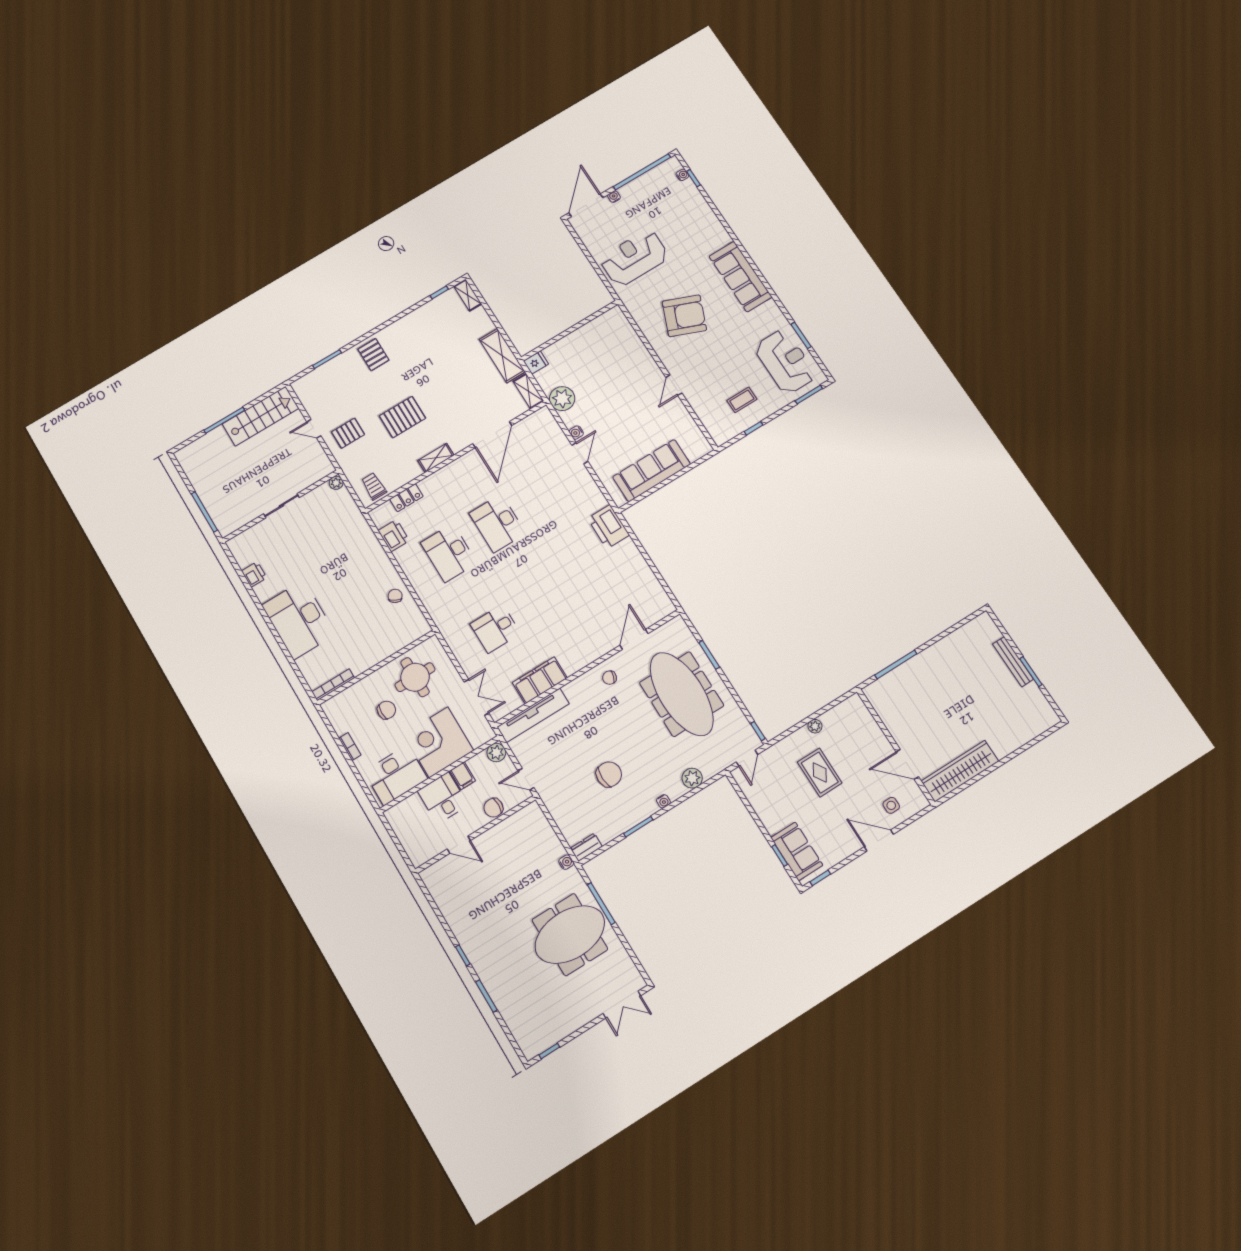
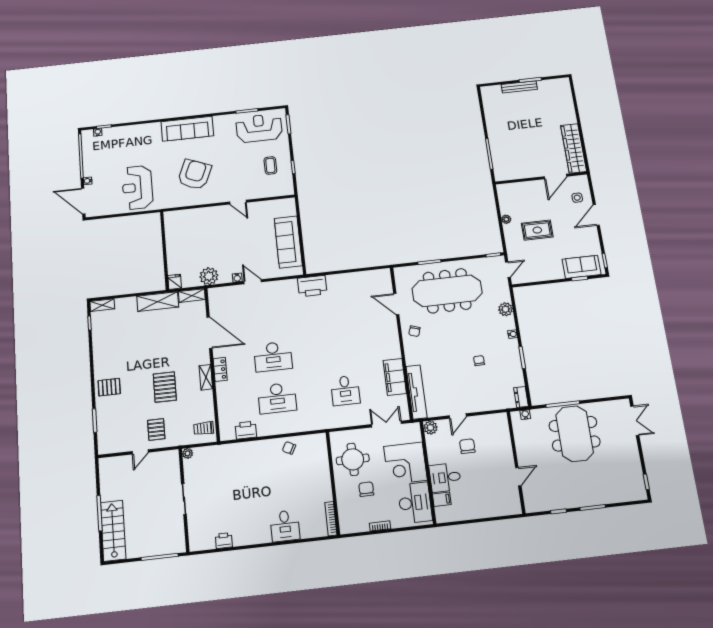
stairs: (261, 416) -> (113, 531), moved
locker: (406, 498) -> (220, 369), moved
desk: (299, 620) -> (285, 526), width x0.53, depth x0.77
door: (747, 758) -> (508, 270), hinge flipped
chair: (609, 774) -> (479, 361), width x0.54, depth x0.54
filing cabinet: (463, 776) -> (442, 499), moved
chair: (493, 808) -> (467, 446), turned 180
wall: (476, 834) -> (516, 462), moved
door: (459, 845) -> (518, 477), moved

